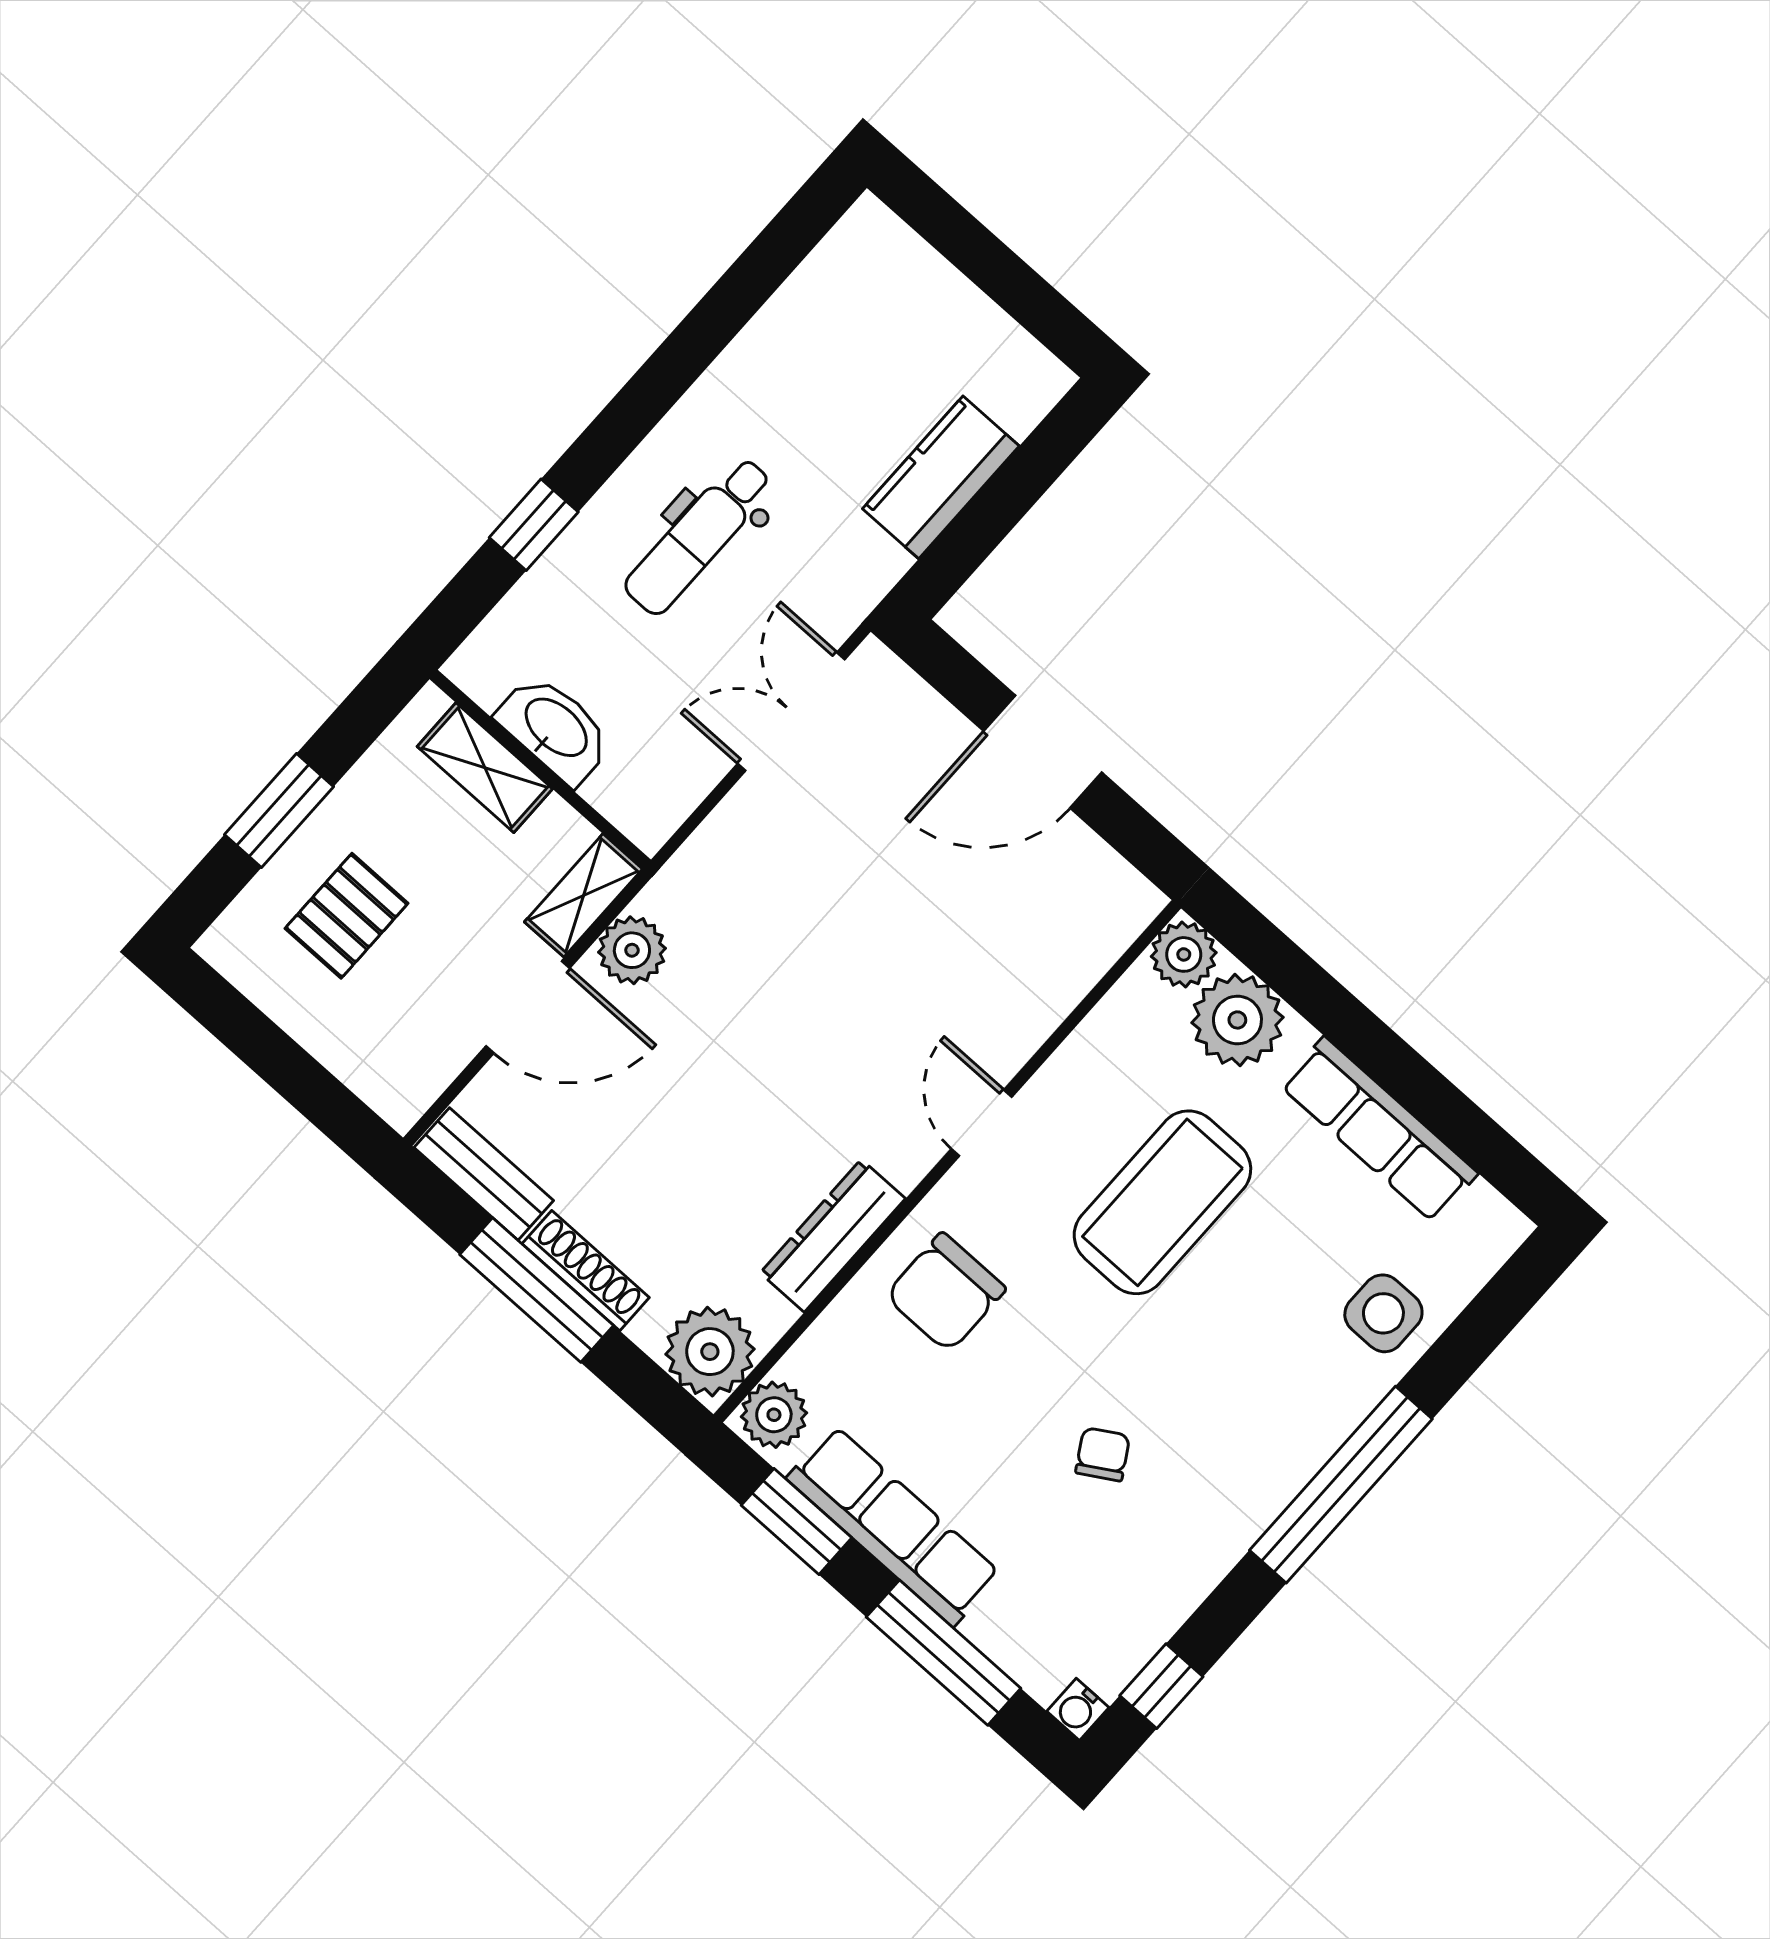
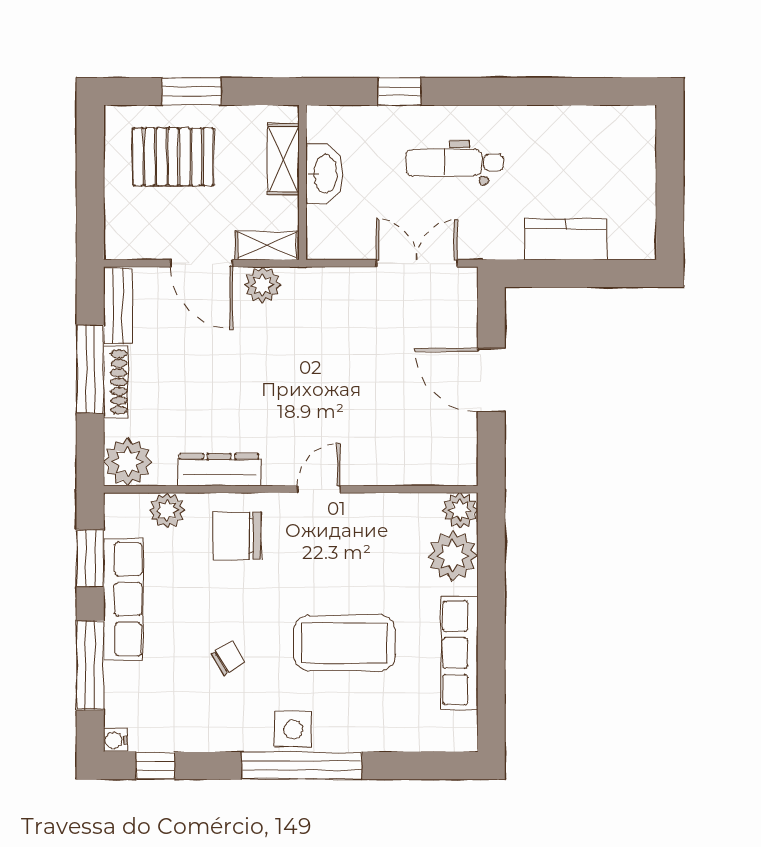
pallet: (346, 916) -> (173, 157), width x1.50, depth x1.42
coffee table: (1162, 1202) -> (344, 643), moved
side table: (1383, 1313) -> (293, 729), moved
plant: (774, 1415) -> (167, 510), moved

